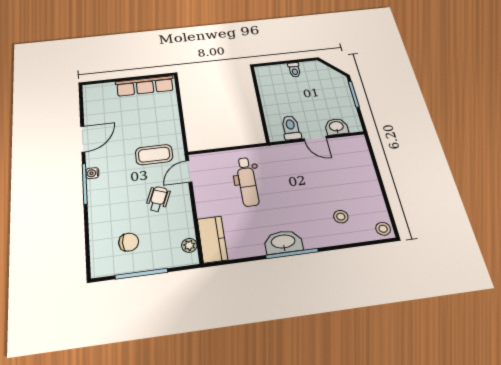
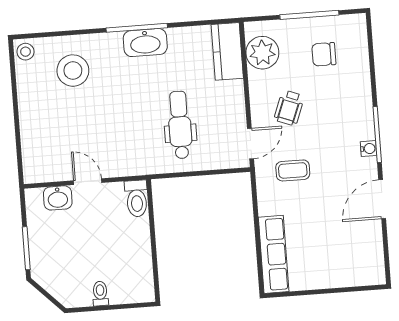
row of seats: (145, 86) -> (274, 254), moved, turned 90
toilet: (291, 128) -> (137, 198), moved
coffee table: (154, 155) -> (293, 170), width x0.73, depth x0.77
stool: (341, 217) -> (73, 71), width x1.89, depth x1.89
plant: (189, 245) -> (262, 53), width x1.87, depth x1.87

